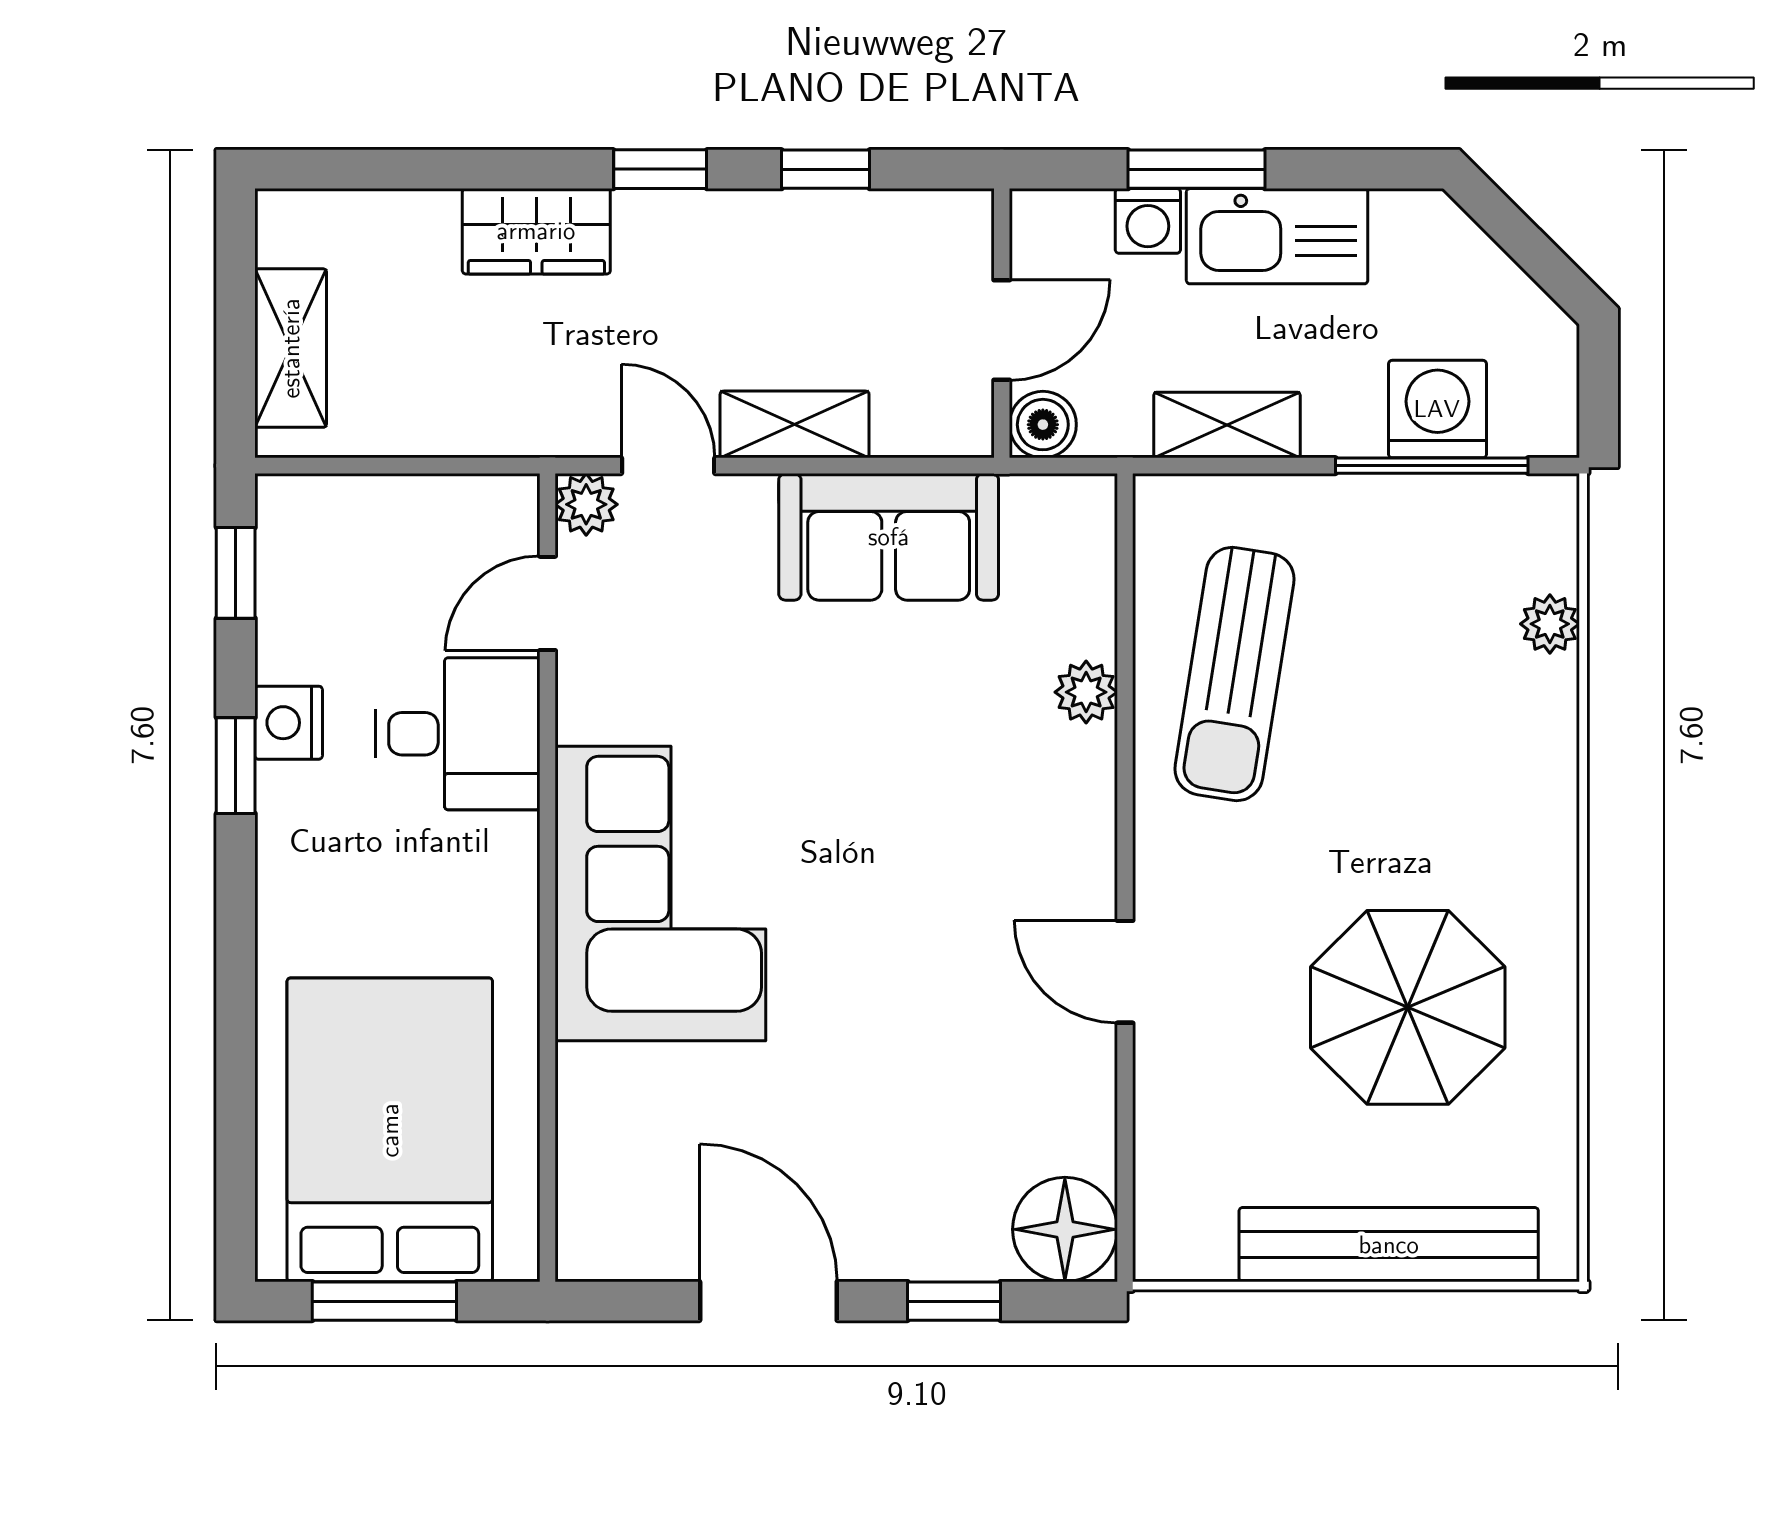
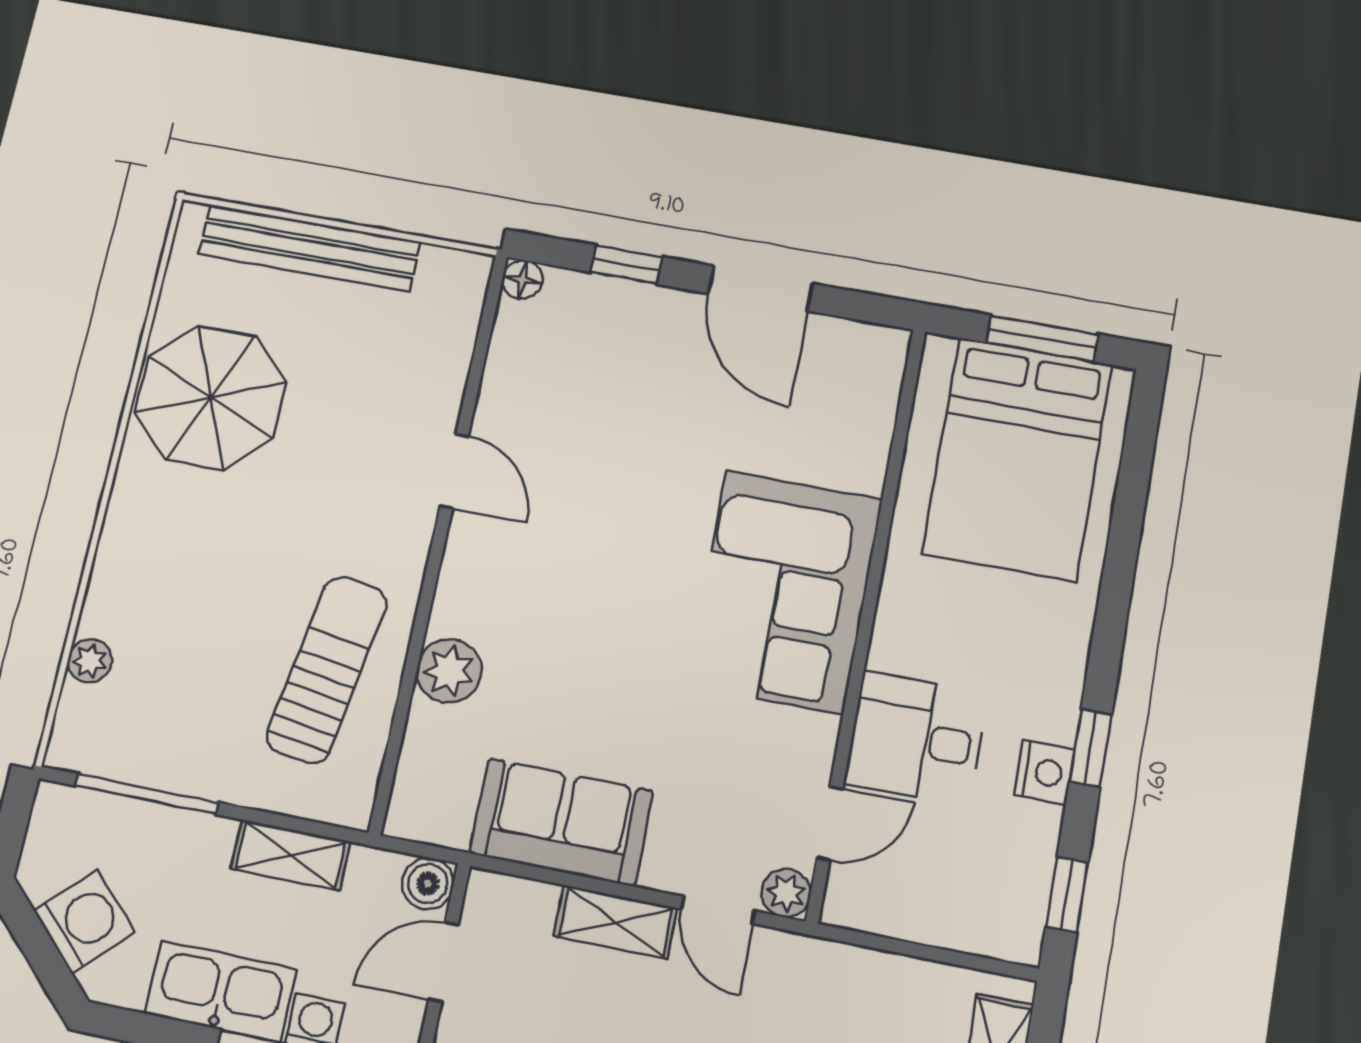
washing machine: (1437, 409) -> (84, 922), moved, turned -135
plant: (1086, 692) -> (449, 671), width x1.38, depth x1.38
parasol: (1408, 1007) -> (210, 397), moved
floor lamp: (1065, 1229) -> (523, 280), width x0.53, depth x0.53

